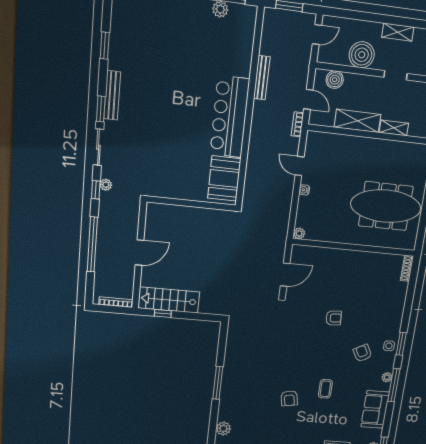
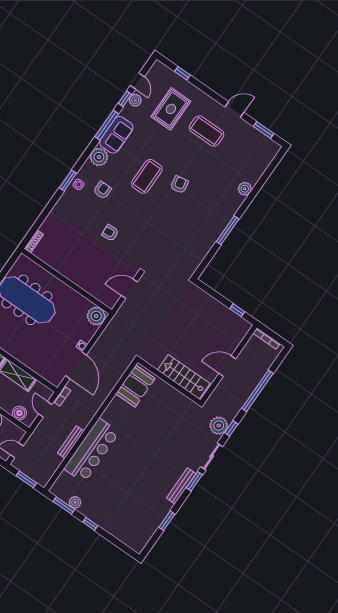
bar counter: (230, 117) -> (92, 451), moved
door: (300, 166) -> (76, 365), width x1.87
plant: (106, 185) -> (219, 426), width x1.88, depth x1.88
plant: (299, 233) -> (96, 316), width x1.87, depth x1.87
stairs: (169, 300) -> (184, 377), moved, turned 180
armchair: (363, 353) -> (102, 190), turned -152
plant: (387, 377) -> (99, 157), width x1.88, depth x1.88
window: (394, 385) -> (107, 125), moved
coffee table: (325, 389) -> (147, 176), width x1.86, depth x1.72

